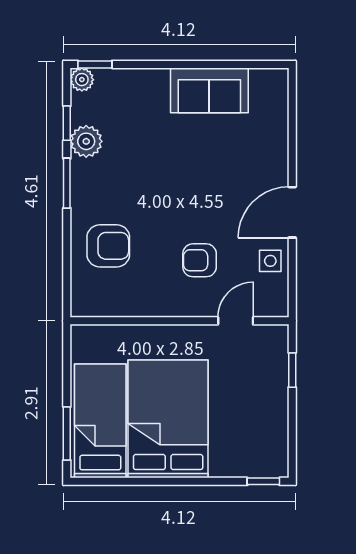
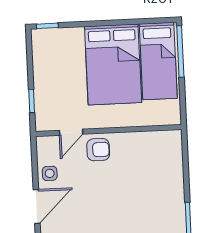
armchair: (108, 246) -> (159, 178), removed
armchair: (200, 260) -> (98, 150), moved
window: (67, 433) -> (180, 52), width x1.44

